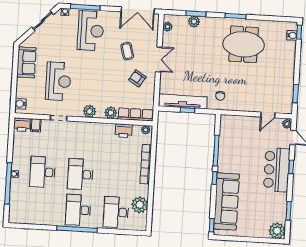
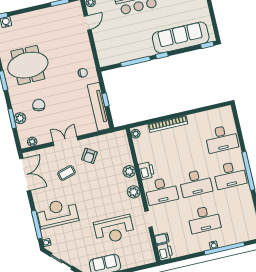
chair: (201, 44) -> (39, 105), added
meeting table: (244, 44) -> (28, 65), turned 90
reception desk: (58, 81) -> (114, 230), turned 180
water cooler: (20, 104) -> (146, 259), removed
row of seats: (135, 115) -> (124, 148), removed
door: (268, 115) -> (88, 23), hinge flipped
printer: (124, 131) -> (146, 171), moved
desk: (82, 139) -> (161, 191), added
plant: (140, 205) -> (208, 119), removed

